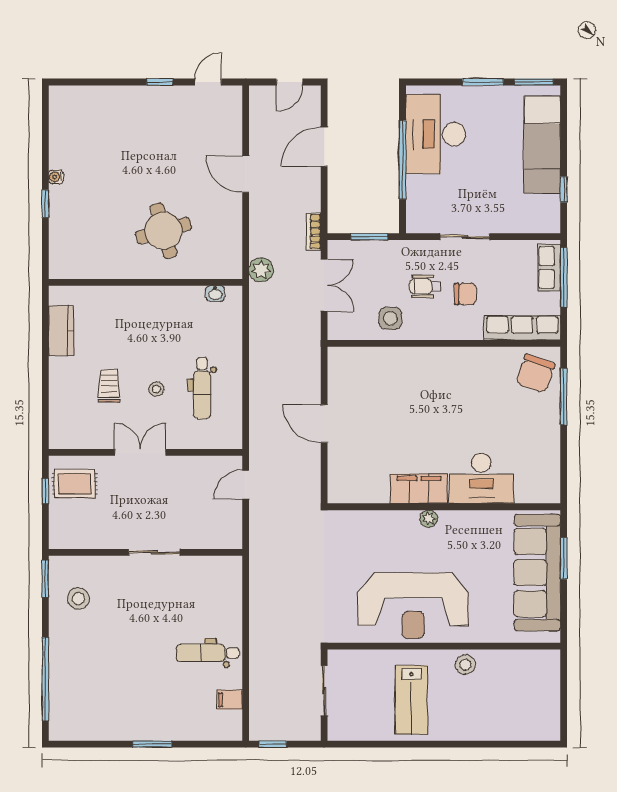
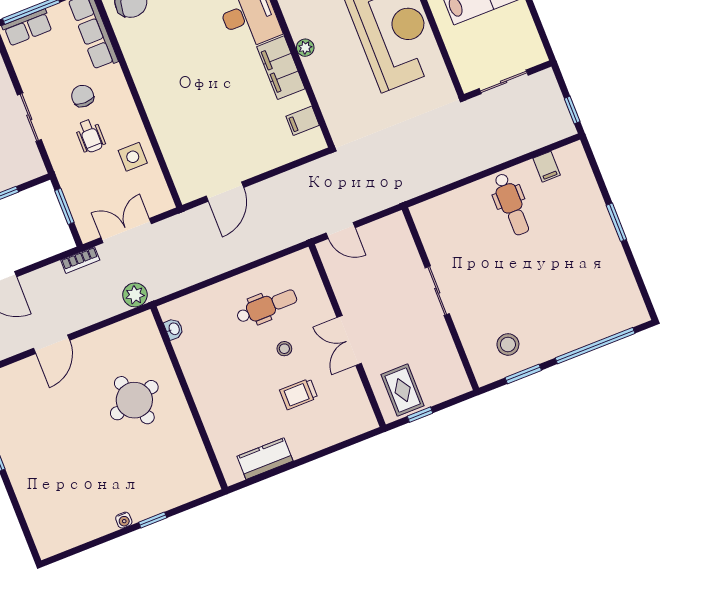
door: (324, 424) -> (225, 192), moved
filing cabinet: (362, 490) -> (303, 121), added
window: (45, 579) -> (523, 374), moved

